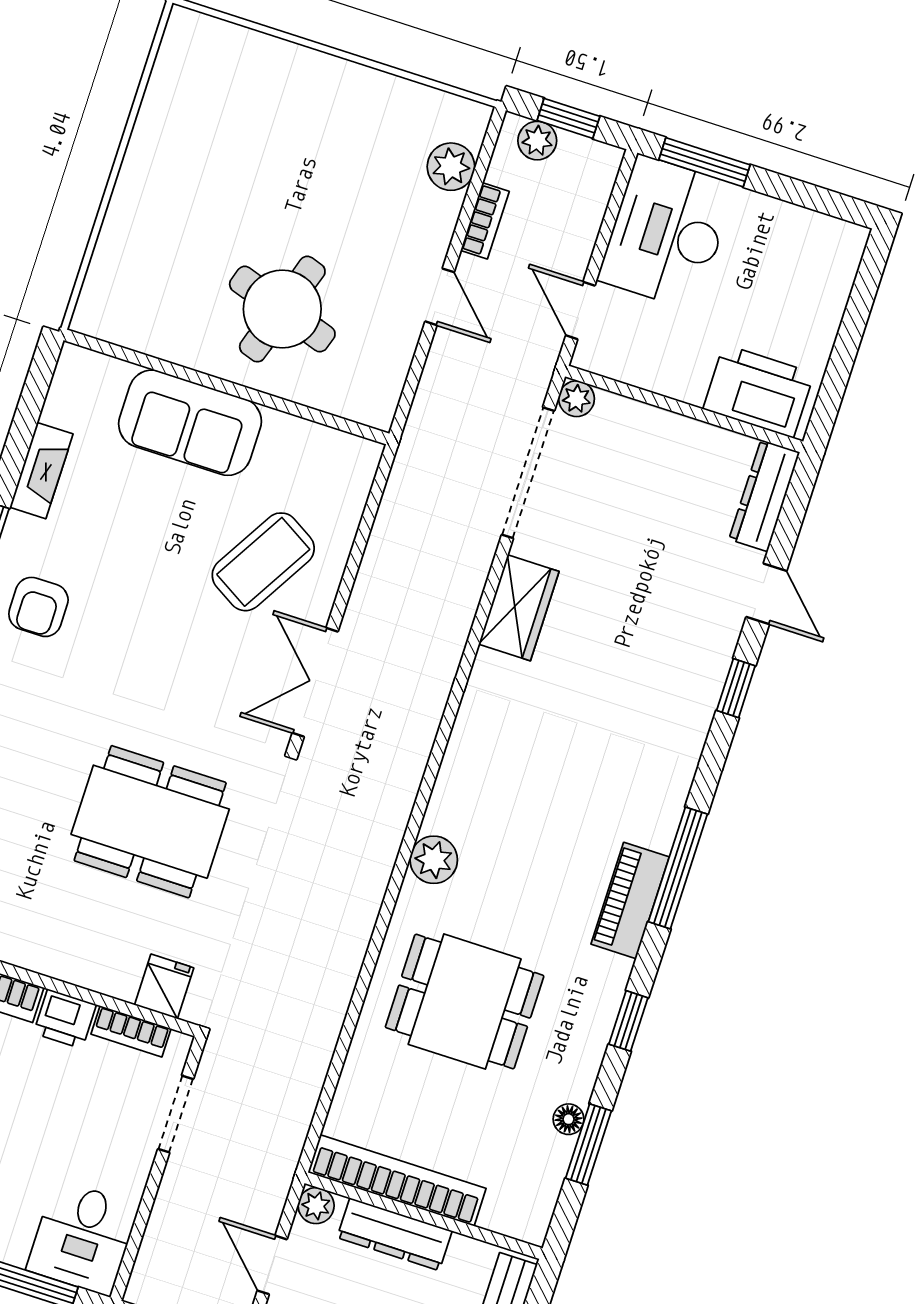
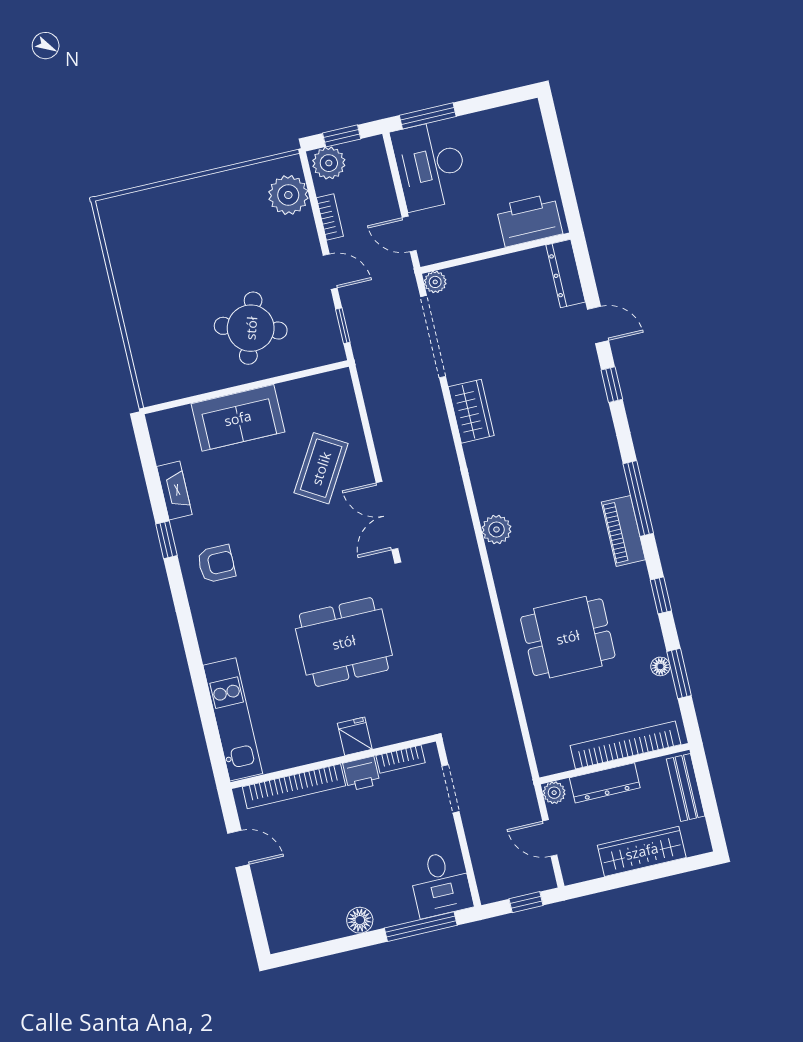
plant: (537, 141) -> (329, 163), width x1.38, depth x1.38
plant: (451, 167) -> (288, 195), width x1.36, depth x1.36
window: (412, 382) -> (343, 326), added
armchair: (38, 607) -> (216, 564), turned -90
plant: (434, 860) -> (496, 529), moved
fridge: (164, 986) -> (355, 736), moved
bookcase: (397, 1180) -> (625, 745), moved

